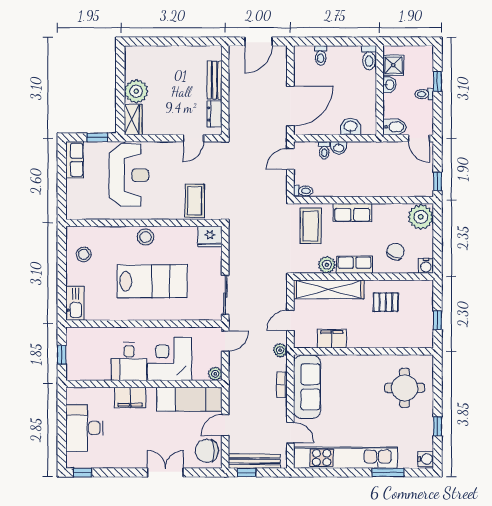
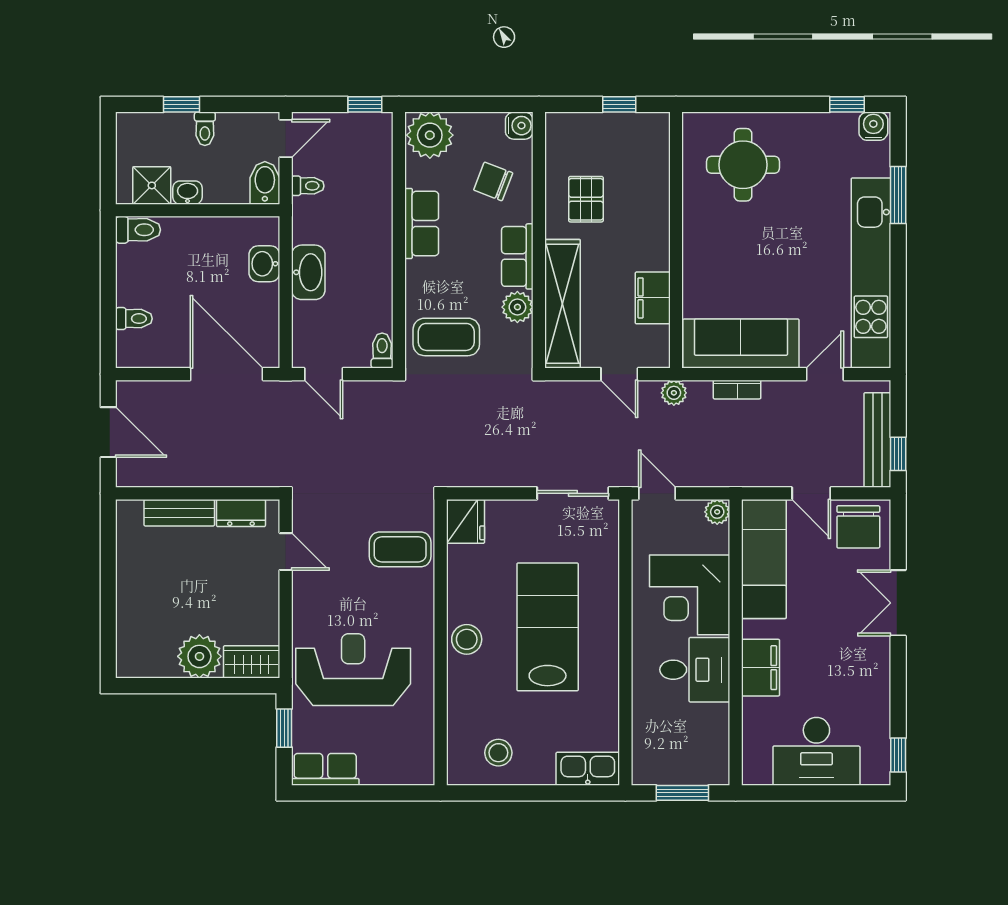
washbasin: (339, 148) -> (308, 272), width x1.91, depth x1.45
toilet: (324, 150) -> (308, 186), moved
row of seats: (352, 212) -> (422, 223), moved
window: (62, 355) -> (682, 793), width x1.50
window: (437, 426) -> (847, 104), moved

